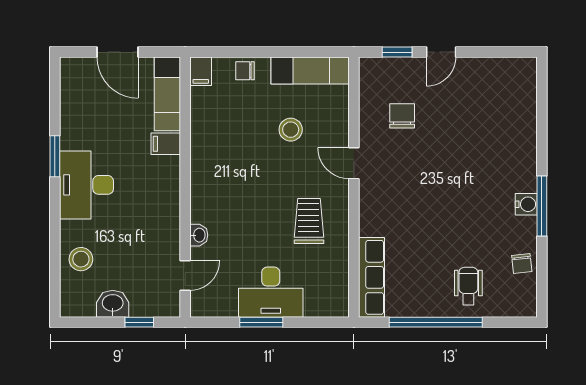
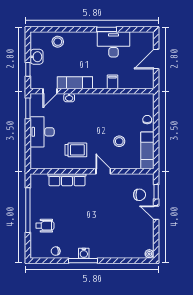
plant: (528, 66) -> (149, 254), added
filing cabinet: (201, 71) -> (147, 99), removed
exam couch: (167, 94) -> (75, 83), moved
chair: (402, 116) -> (140, 195), moved
door: (354, 163) -> (103, 171), hinge flipped
desk: (87, 185) -> (113, 44), moved
door: (185, 275) -> (50, 91), hinge flipped
row of seats: (372, 277) -> (67, 180), moved
window: (261, 322) -> (28, 108), moved

